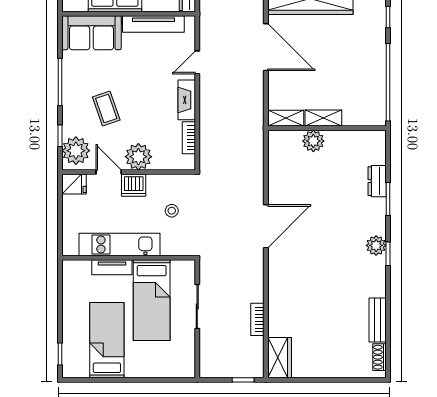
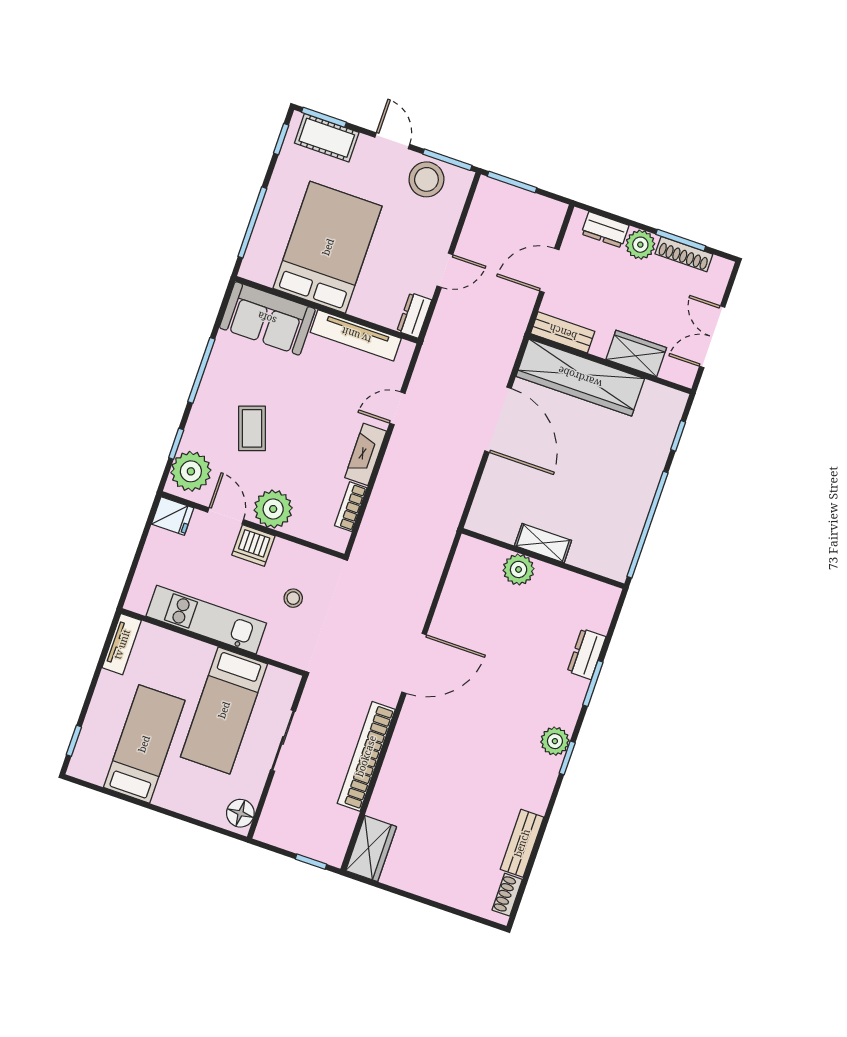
shelving: (286, 118) -> (492, 526), removed
tv unit: (112, 267) -> (122, 644), moved, turned -90
bookcase: (257, 319) -> (366, 756), width x2.31, depth x1.31
floor lamp: (186, 364) -> (240, 813), added

